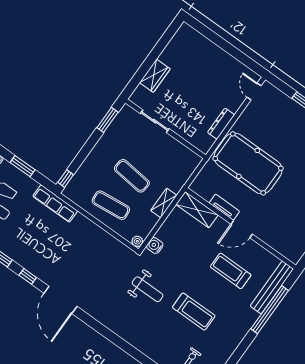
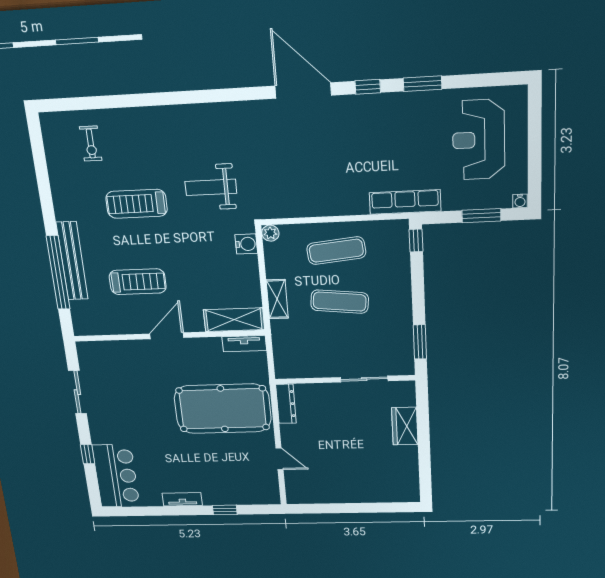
door: (254, 91) -> (280, 459), moved
dresser: (221, 124) -> (286, 404), moved
tv unit: (224, 207) -> (244, 344), moved
bench: (272, 287) -> (72, 261), moved

